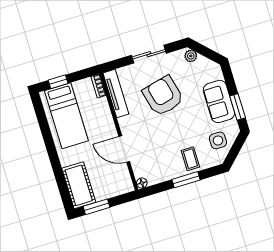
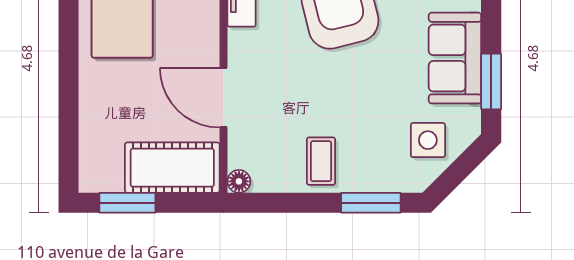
coffee table: (190, 159) -> (321, 161), moved
window: (186, 180) -> (371, 203), moved
cot: (79, 185) -> (172, 168), moved, turned 90

